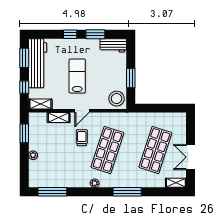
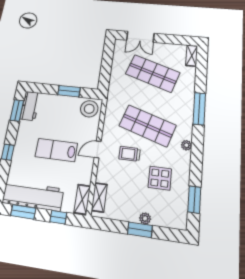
window: (95, 34) -> (17, 110), moved
door: (82, 111) -> (98, 149), swing flipped
shelving: (59, 118) -> (99, 197), moved
window: (24, 133) -> (140, 230), moved
double door: (191, 157) -> (140, 37), moved
display table: (65, 164) -> (160, 178), added
window: (52, 192) -> (194, 200), width x0.69

